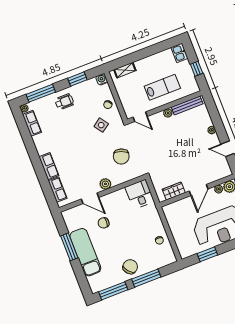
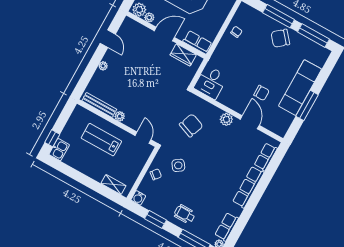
window: (197, 69) -> (52, 138), moved
row of seats: (49, 166) -> (248, 187), width x1.48
row of seats: (174, 208) -> (197, 42), added

